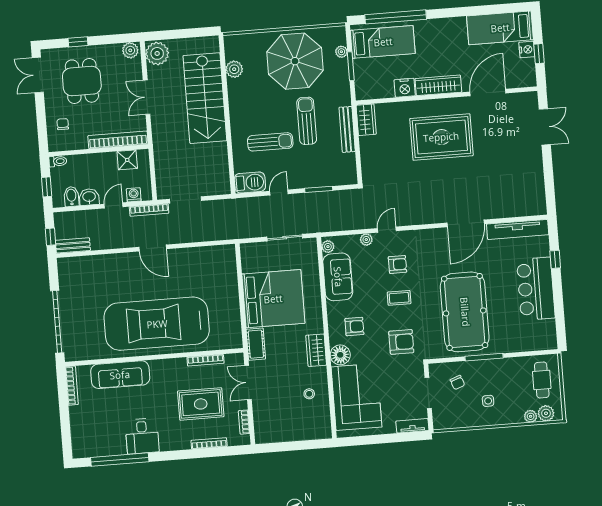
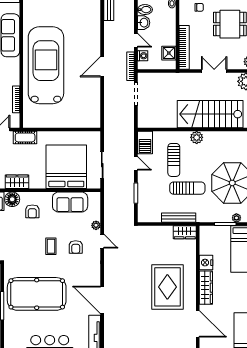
plant: (234, 69) -> (197, 137), moved
plant: (328, 247) -> (93, 197), removed
bed: (273, 299) -> (66, 167), moved, turned 180
armchair: (401, 342) -> (18, 245), removed

